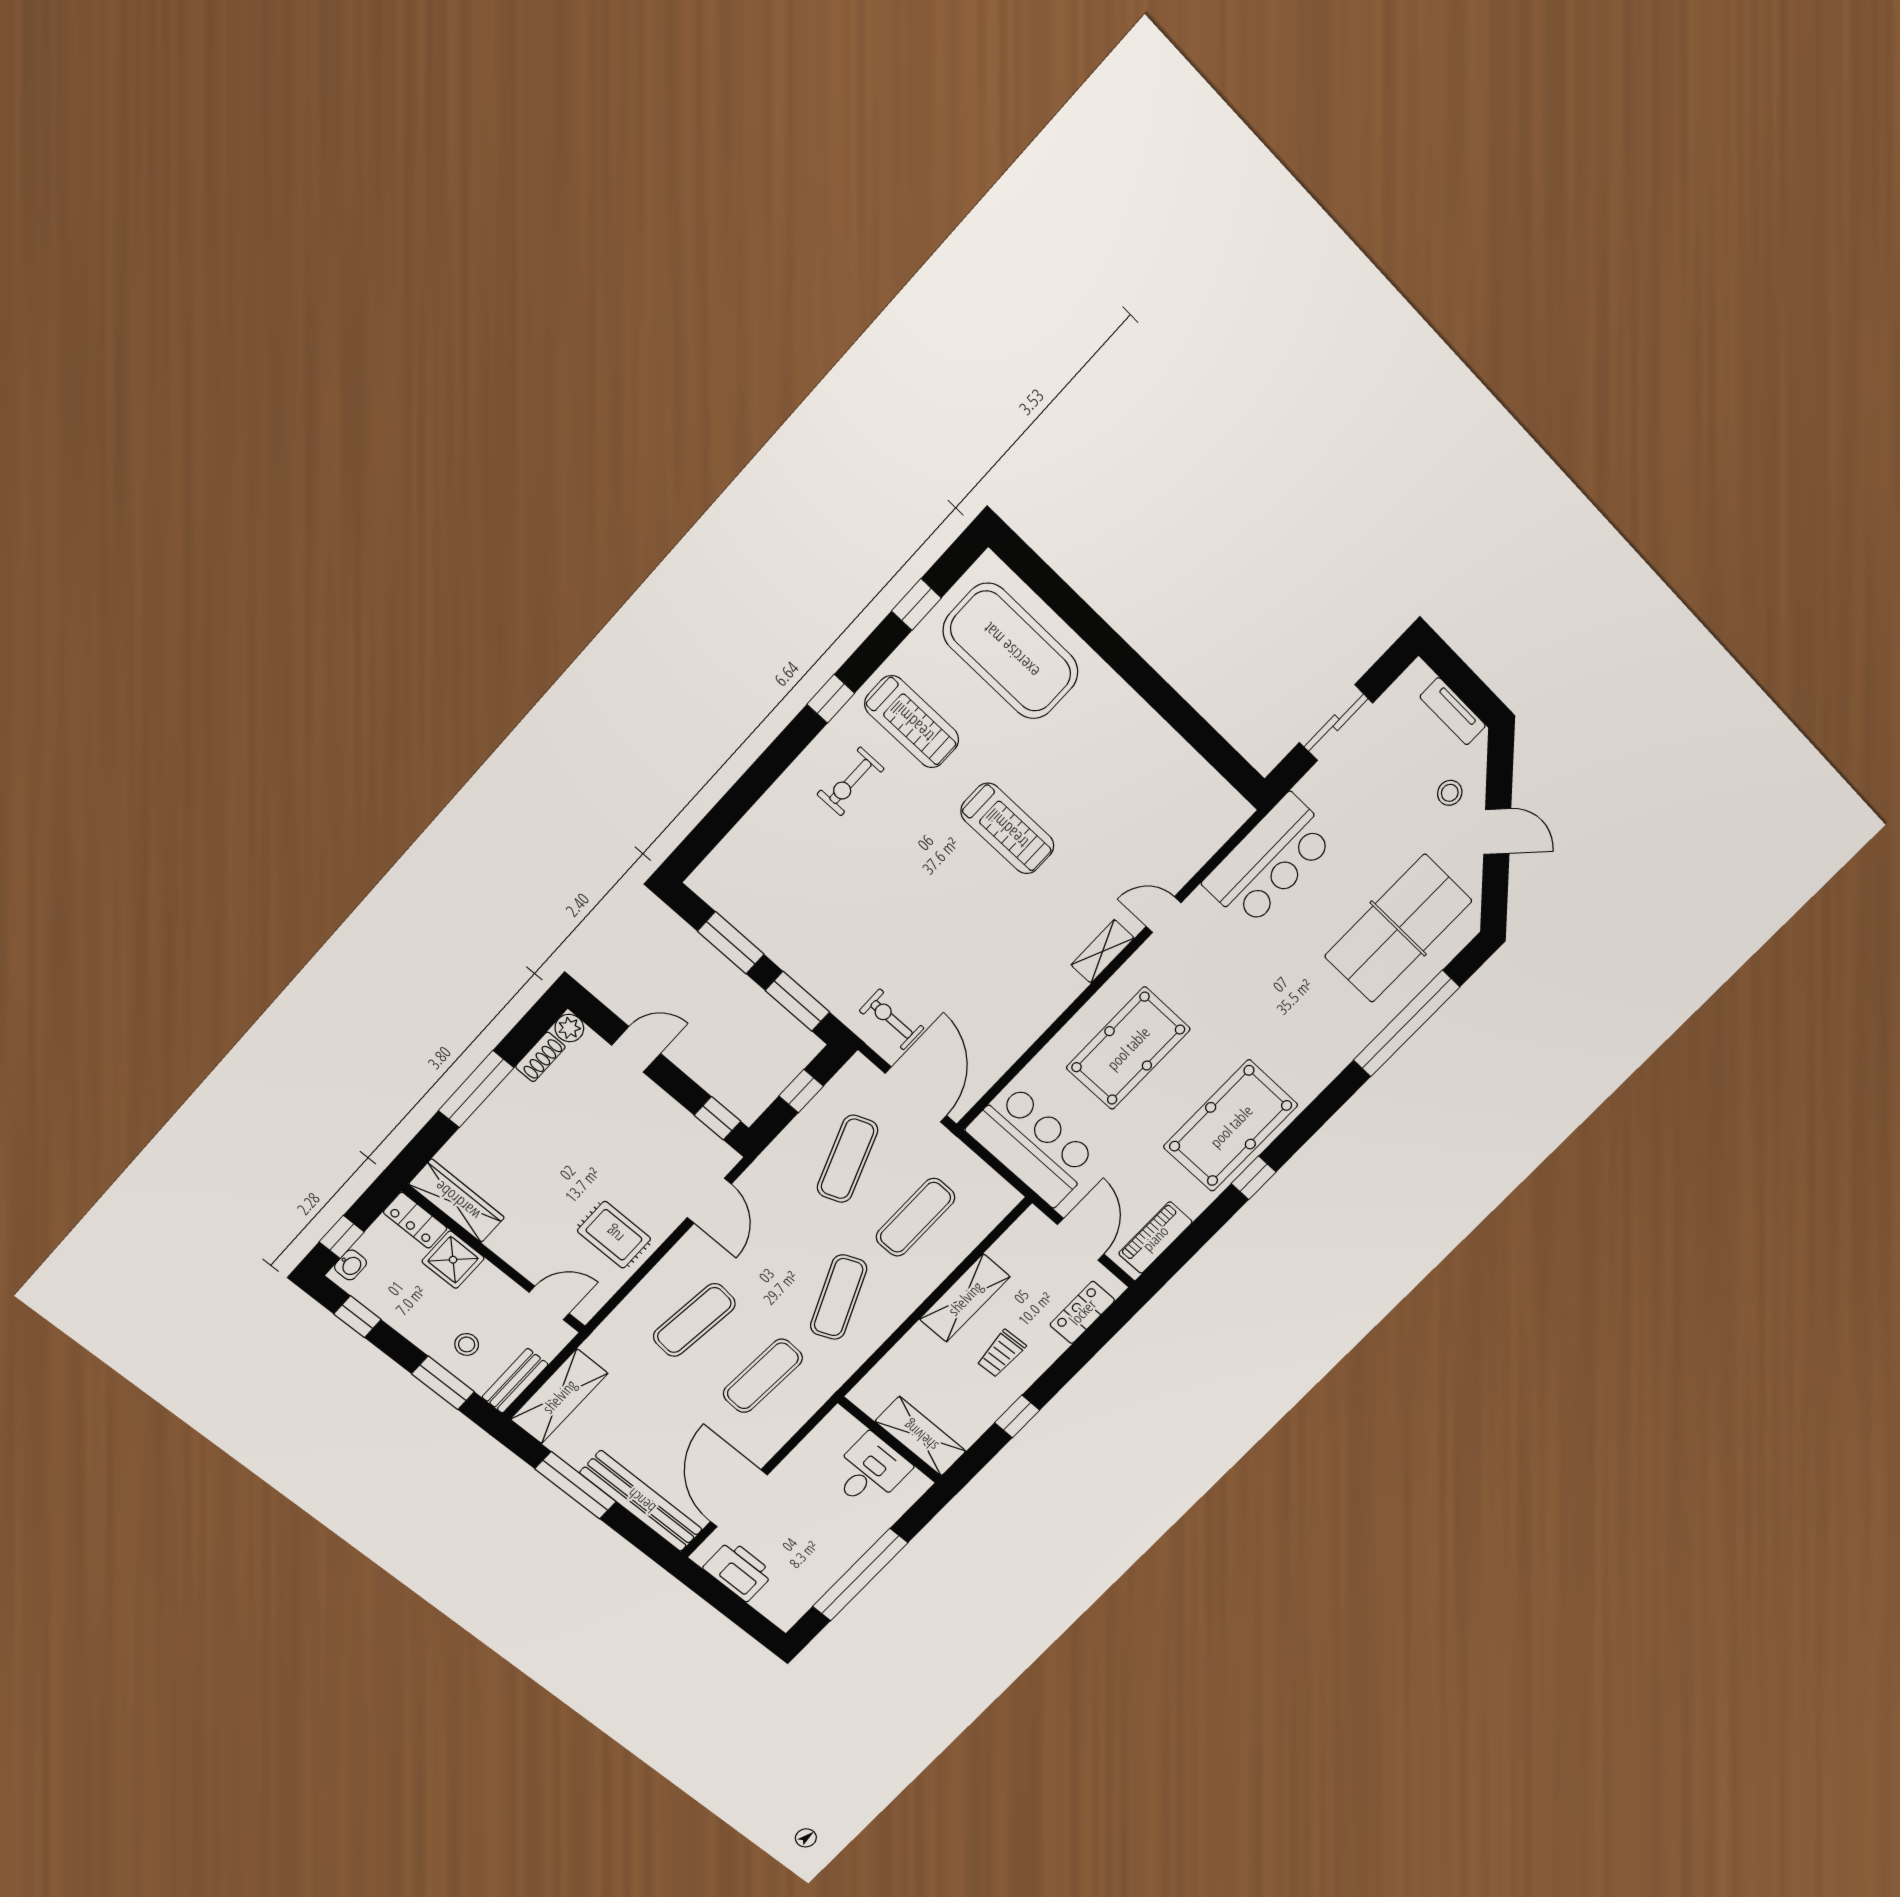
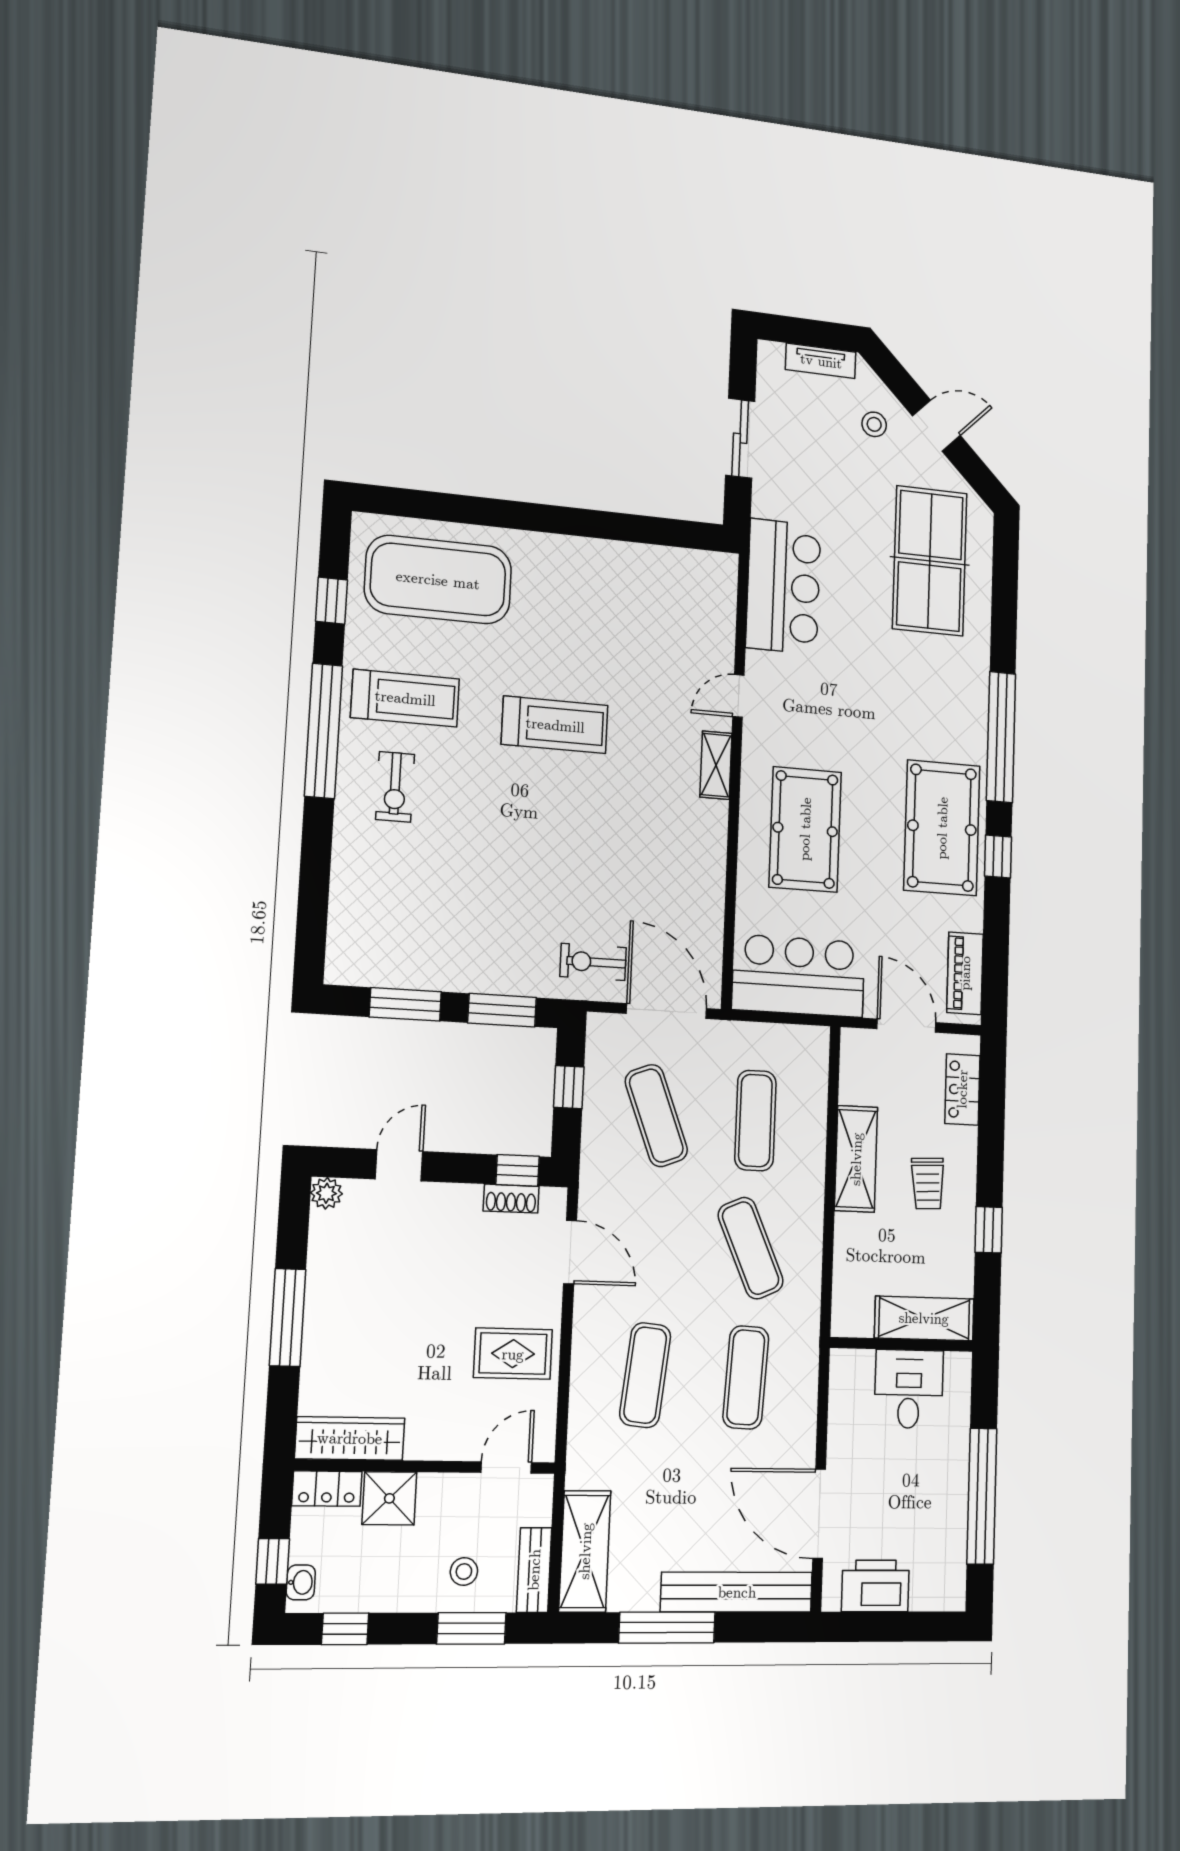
window: (831, 699) -> (324, 731), width x3.17
window: (1406, 1024) -> (1001, 737), moved
shoe rack: (540, 1057) -> (511, 1199), moved, turned 90

